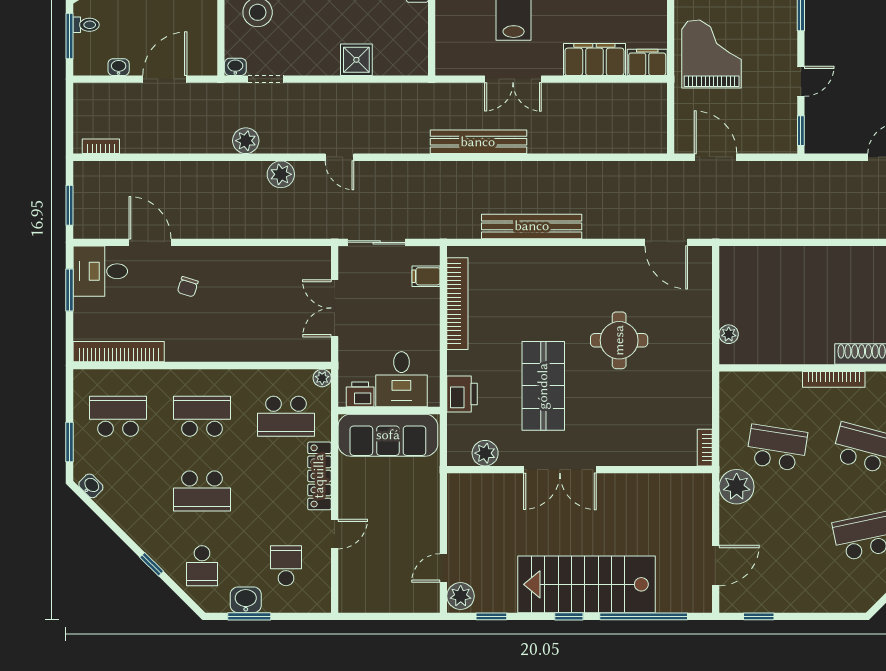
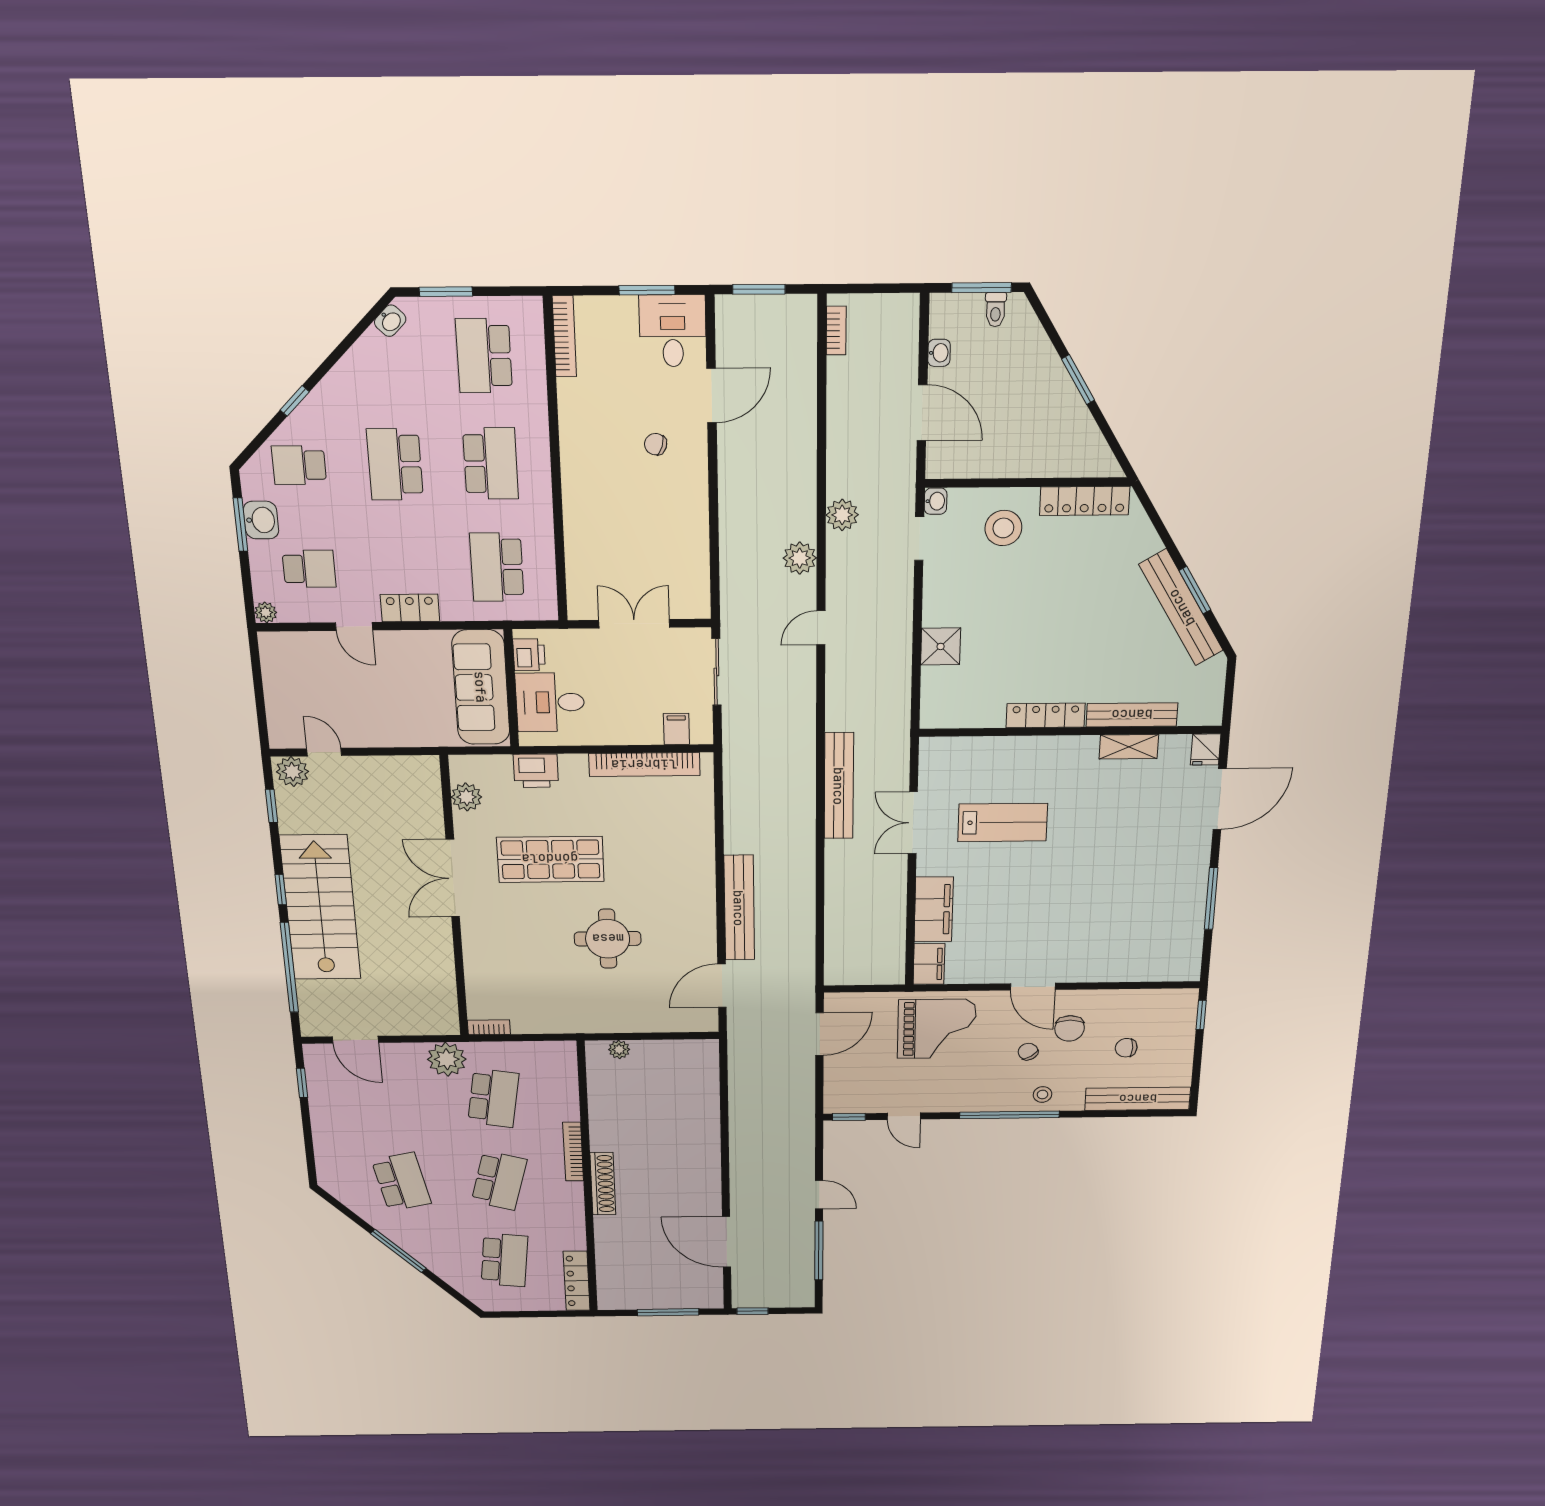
bench: (532, 226) -> (739, 908), moved
bookcase: (119, 352) -> (564, 336), width x0.68, depth x0.76
plant: (322, 378) -> (266, 612), moved
school desk: (118, 416) -> (484, 356), turned 180
locker: (319, 476) -> (410, 608), width x0.66

